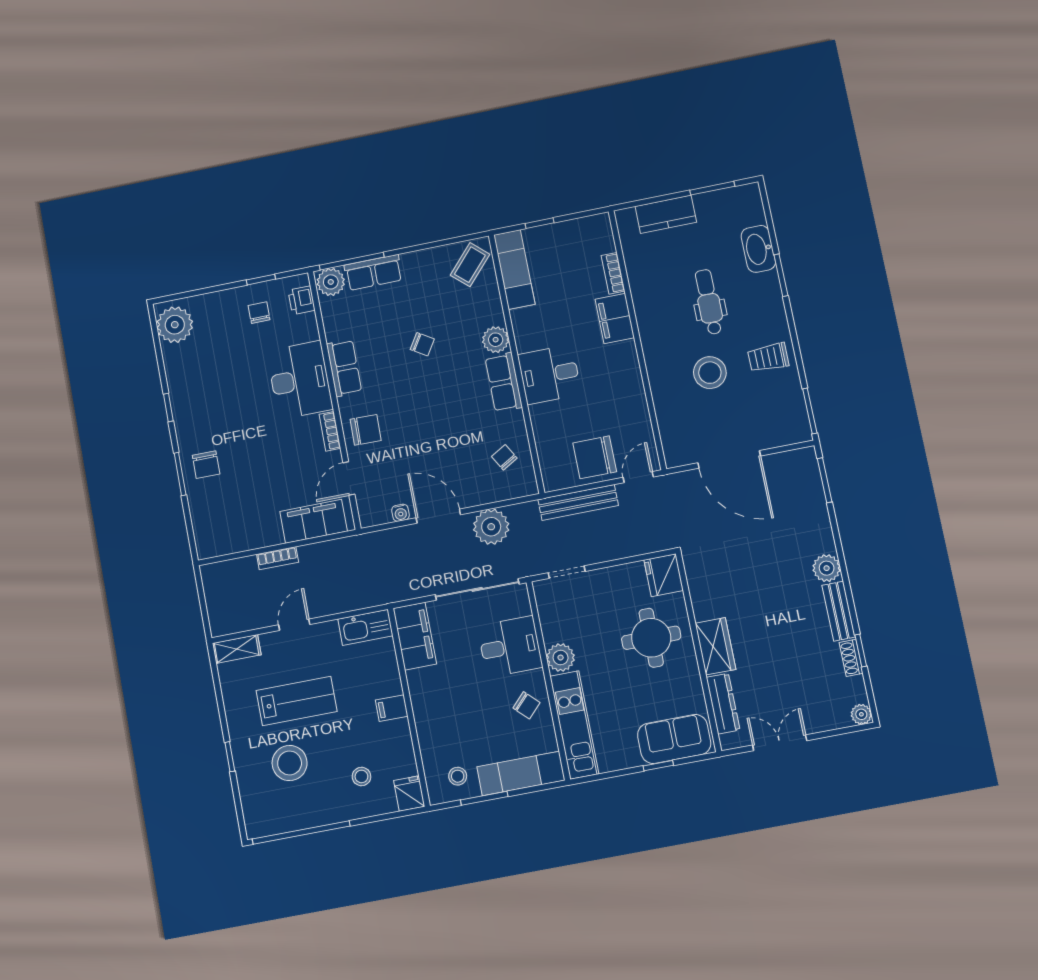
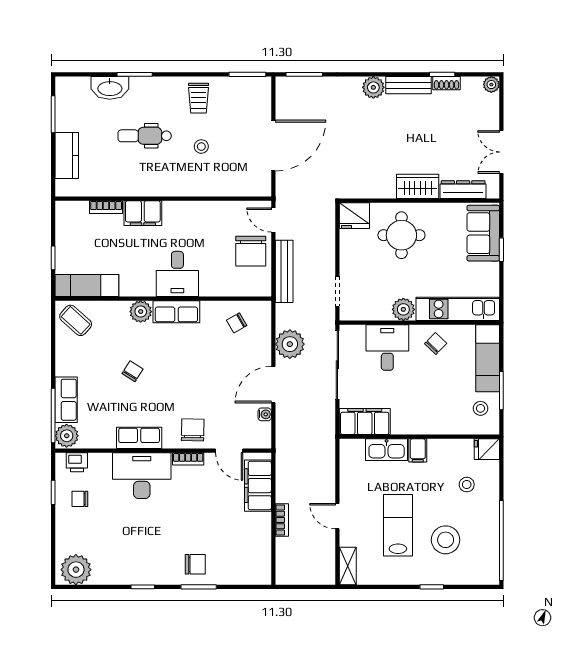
stool: (710, 373) -> (201, 147), width x0.53, depth x0.53
kitchen sink: (365, 627) -> (387, 450), moved, turned 90

